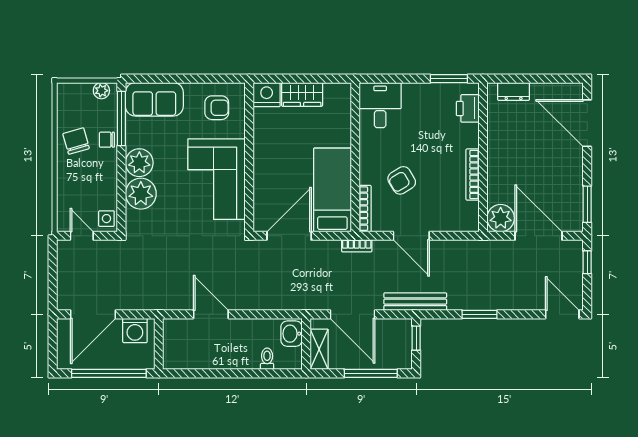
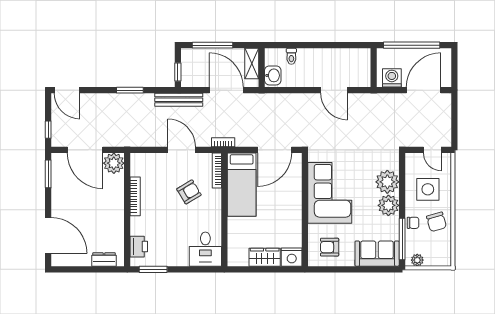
side table: (106, 219) -> (428, 189), moved, width x1.87, depth x1.87

